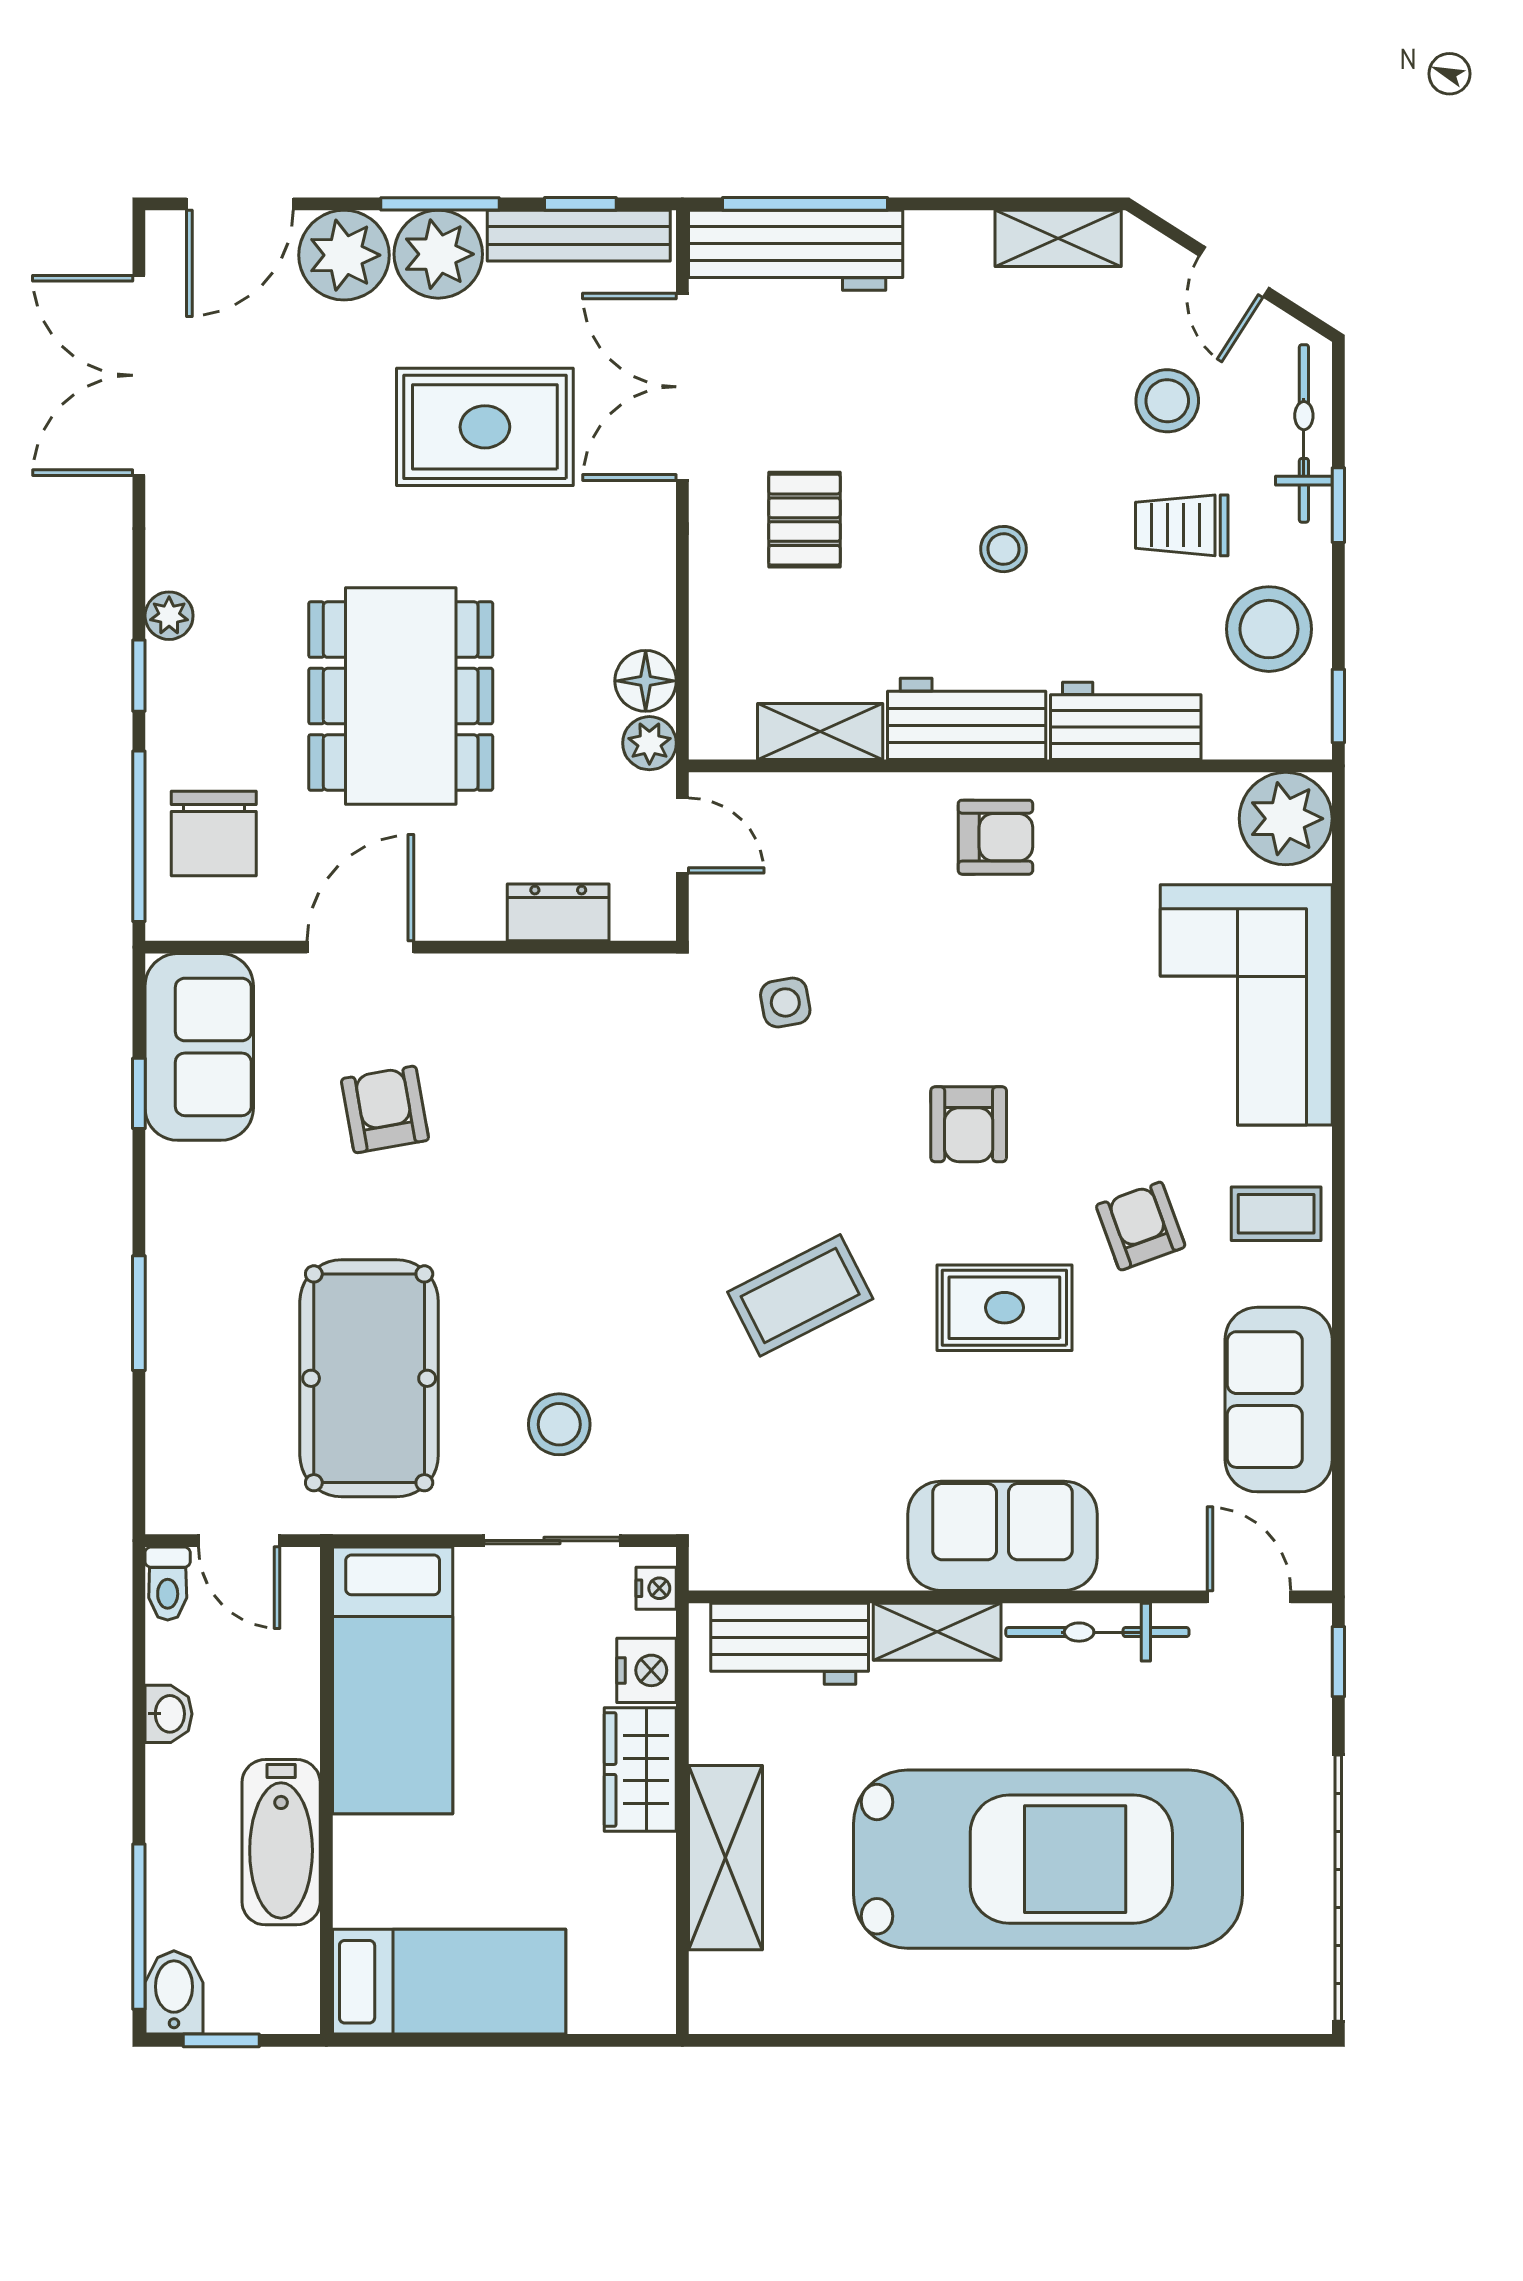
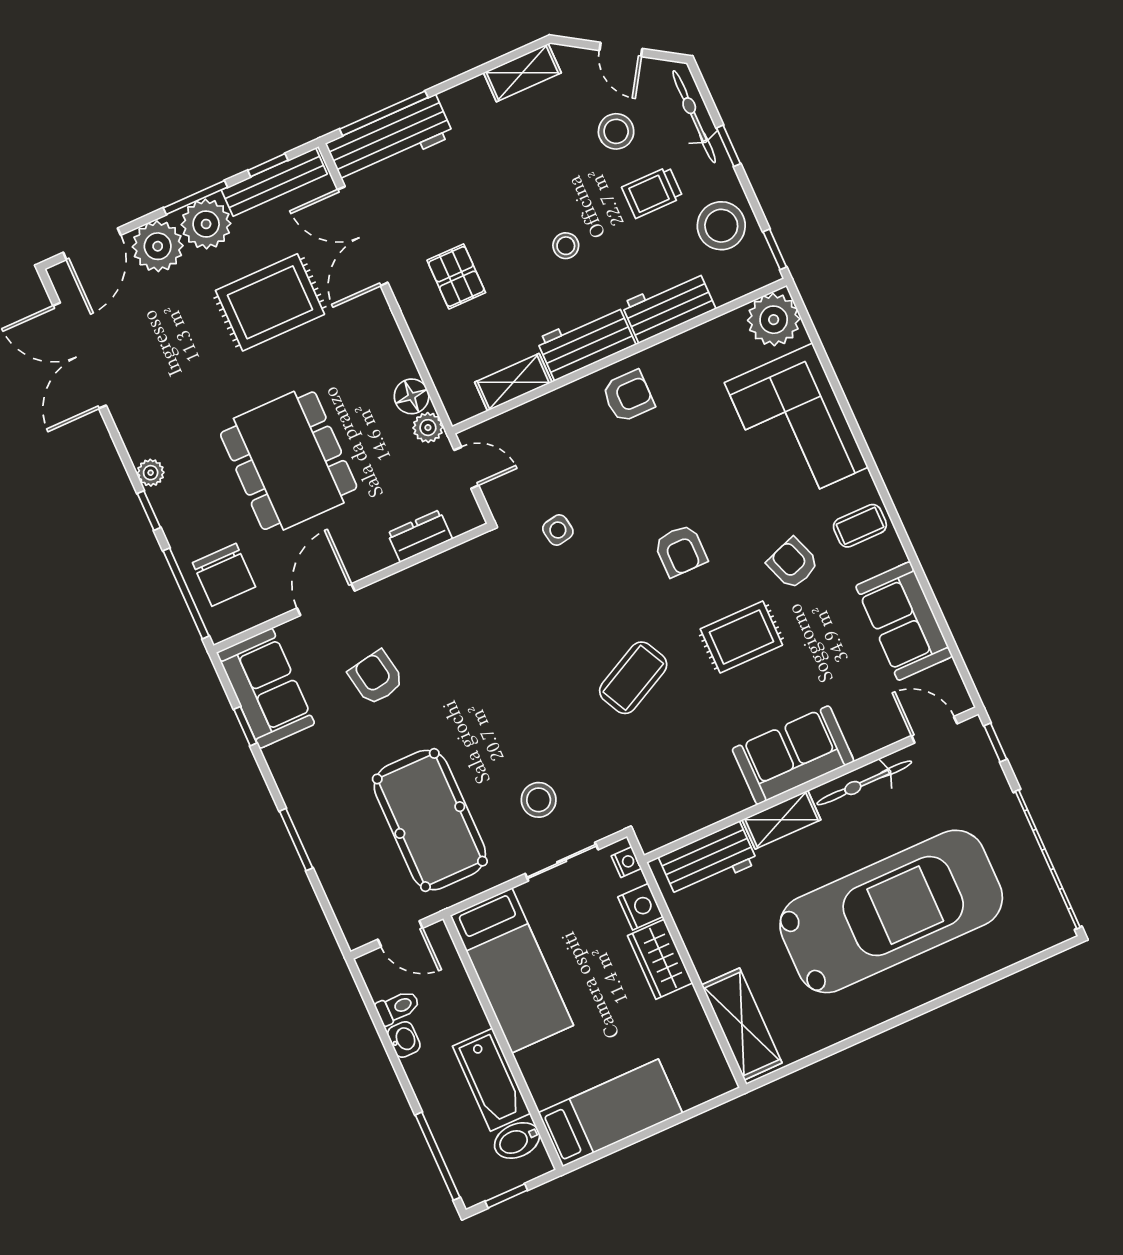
toilet: (168, 1583) -> (398, 1007), moved, turned -90
shelving: (726, 1858) -> (742, 1024), moved
bidet: (174, 1992) -> (517, 1140), moved, turned -90

